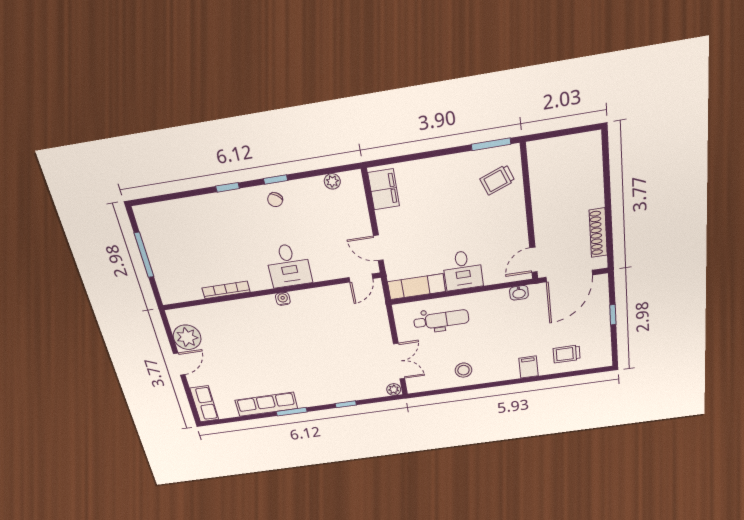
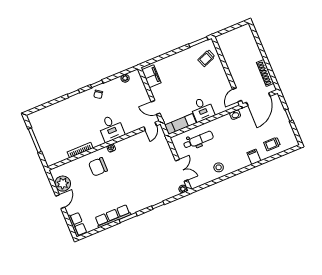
chair: (254, 324) -> (98, 167), added

